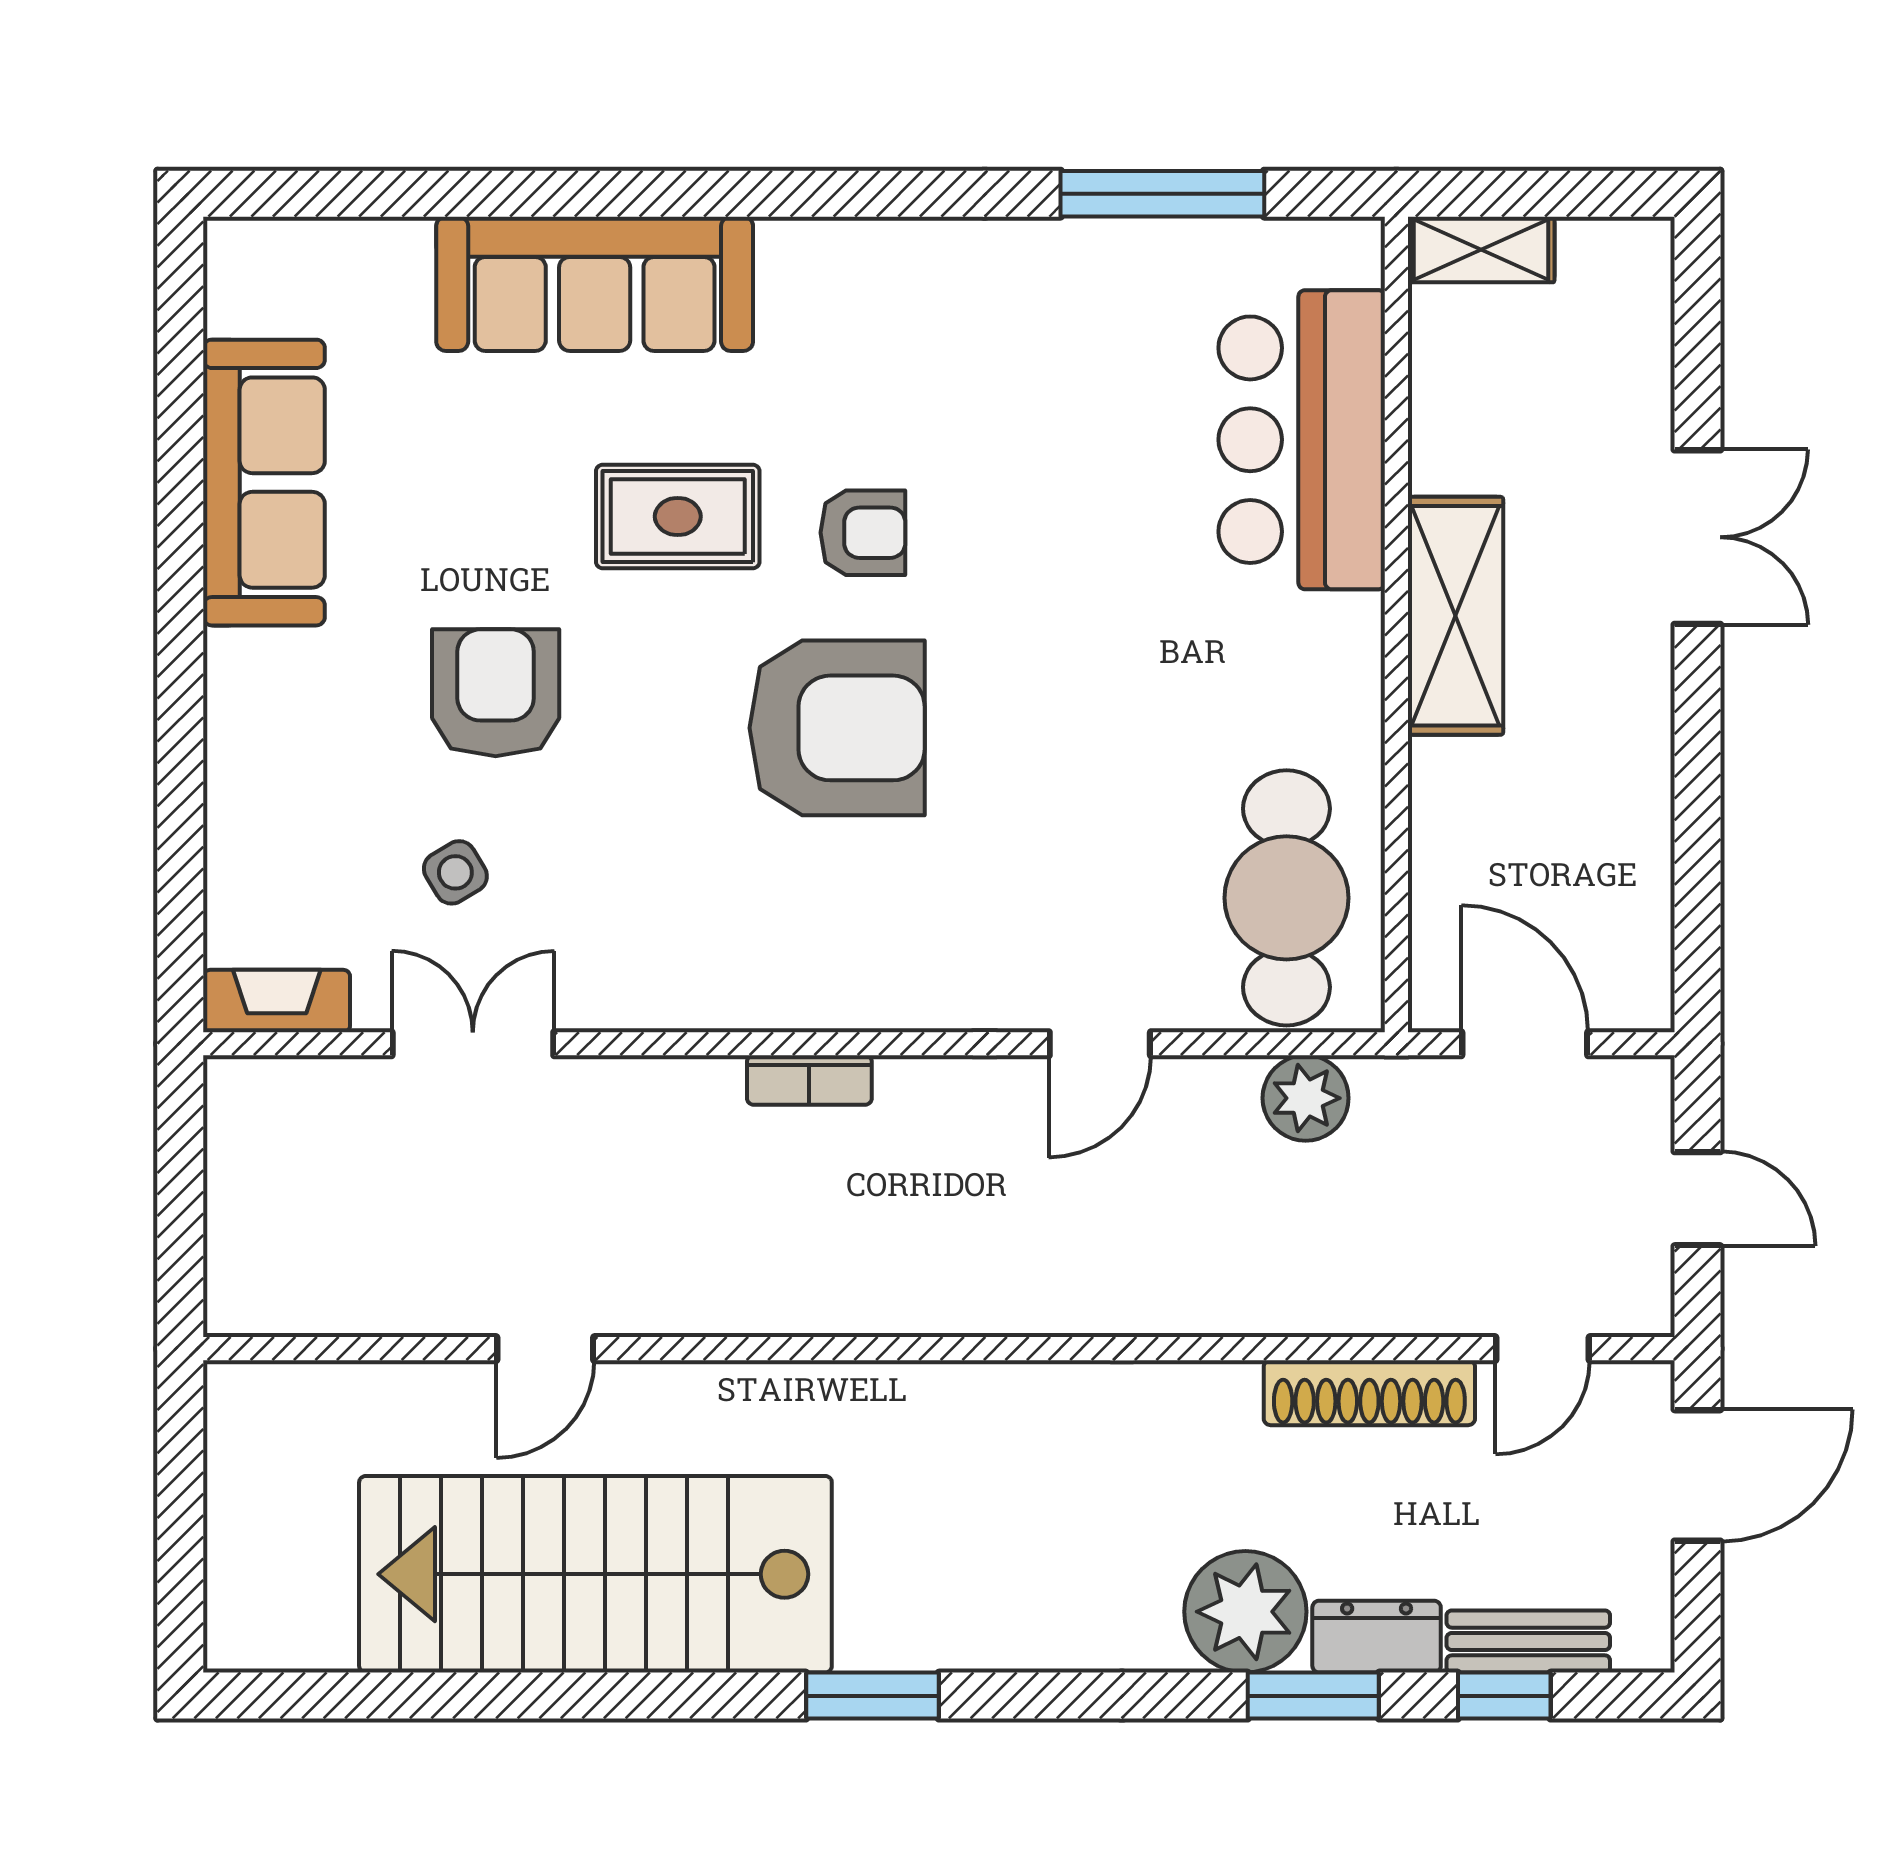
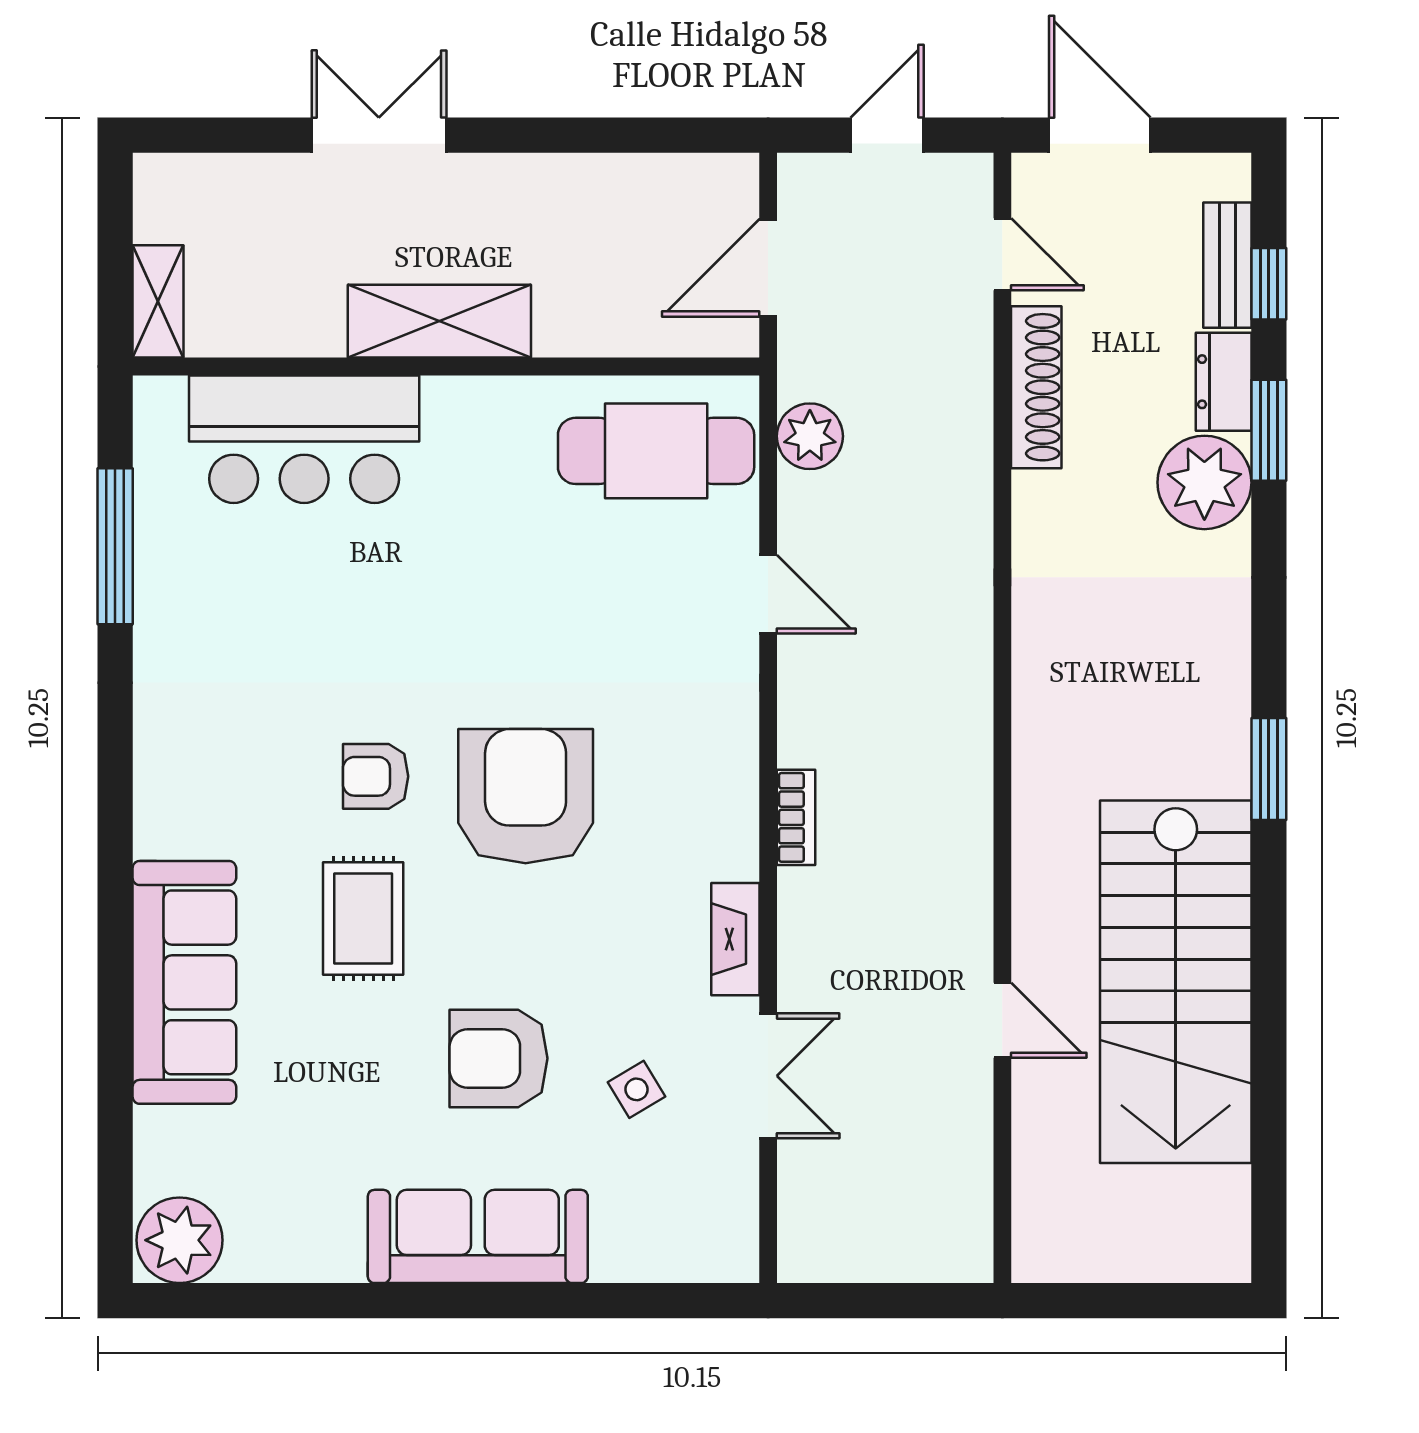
plant: (259, 278) -> (180, 1240), added
sofa: (264, 483) -> (478, 1236), moved
armchair: (863, 533) -> (376, 776), turned -90
fireplace: (277, 1001) -> (735, 939), moved
double door: (473, 1044) -> (768, 1076), swing flipped

